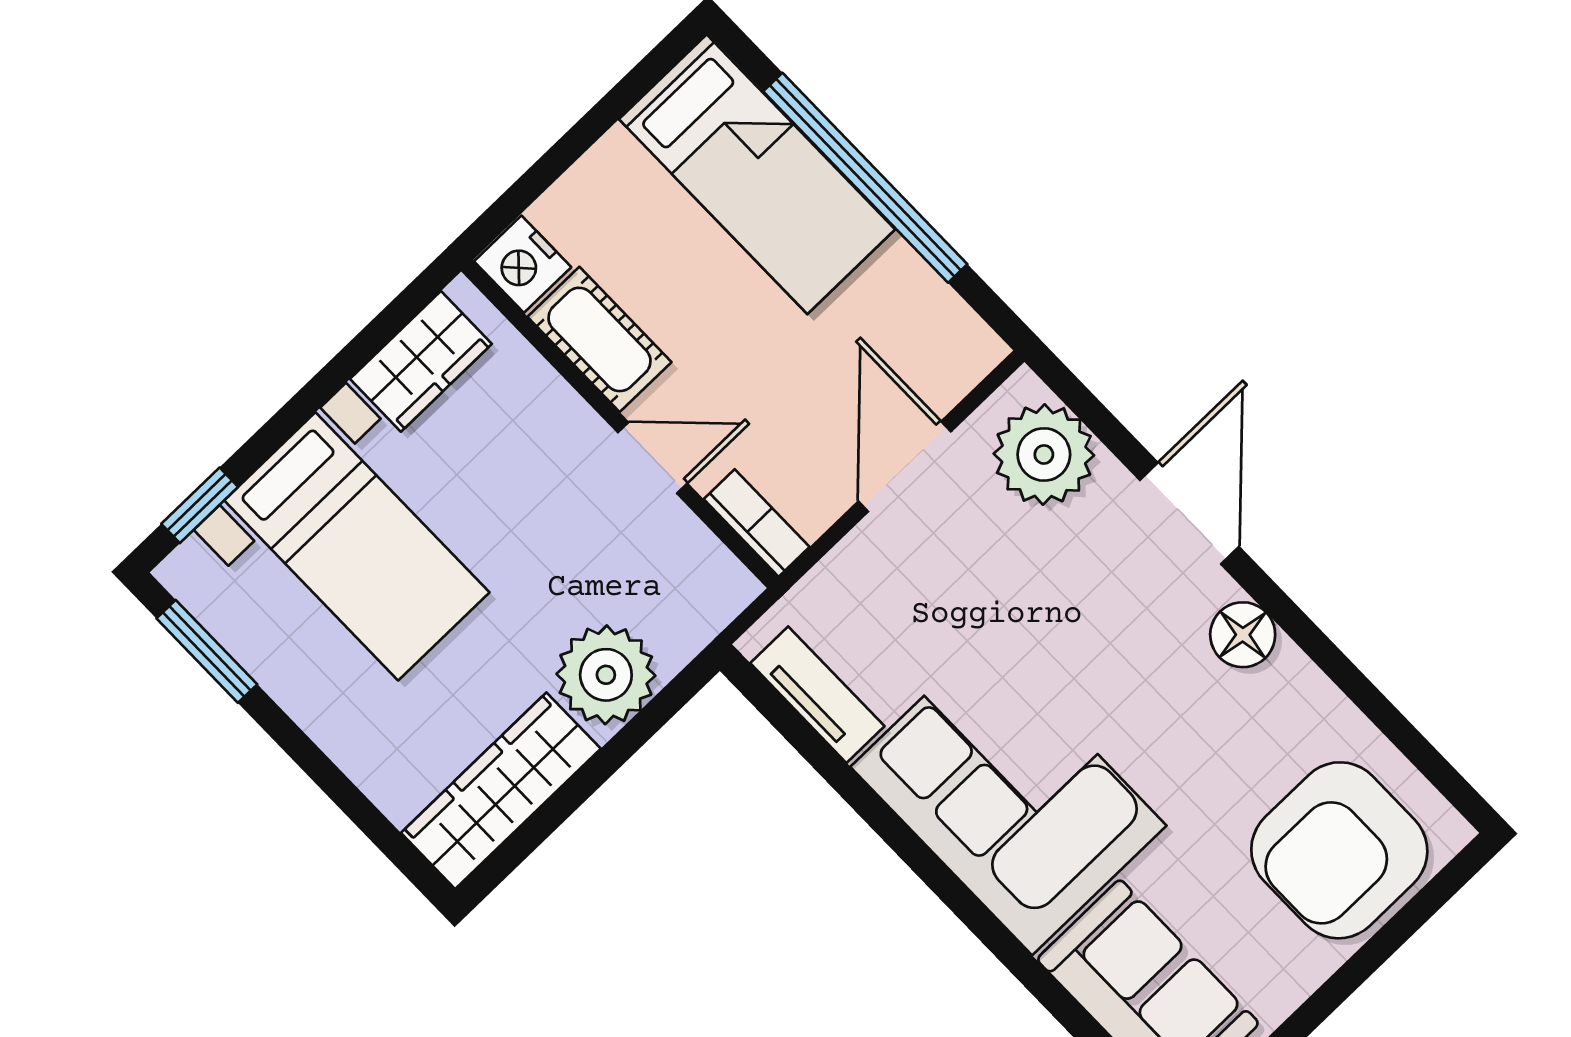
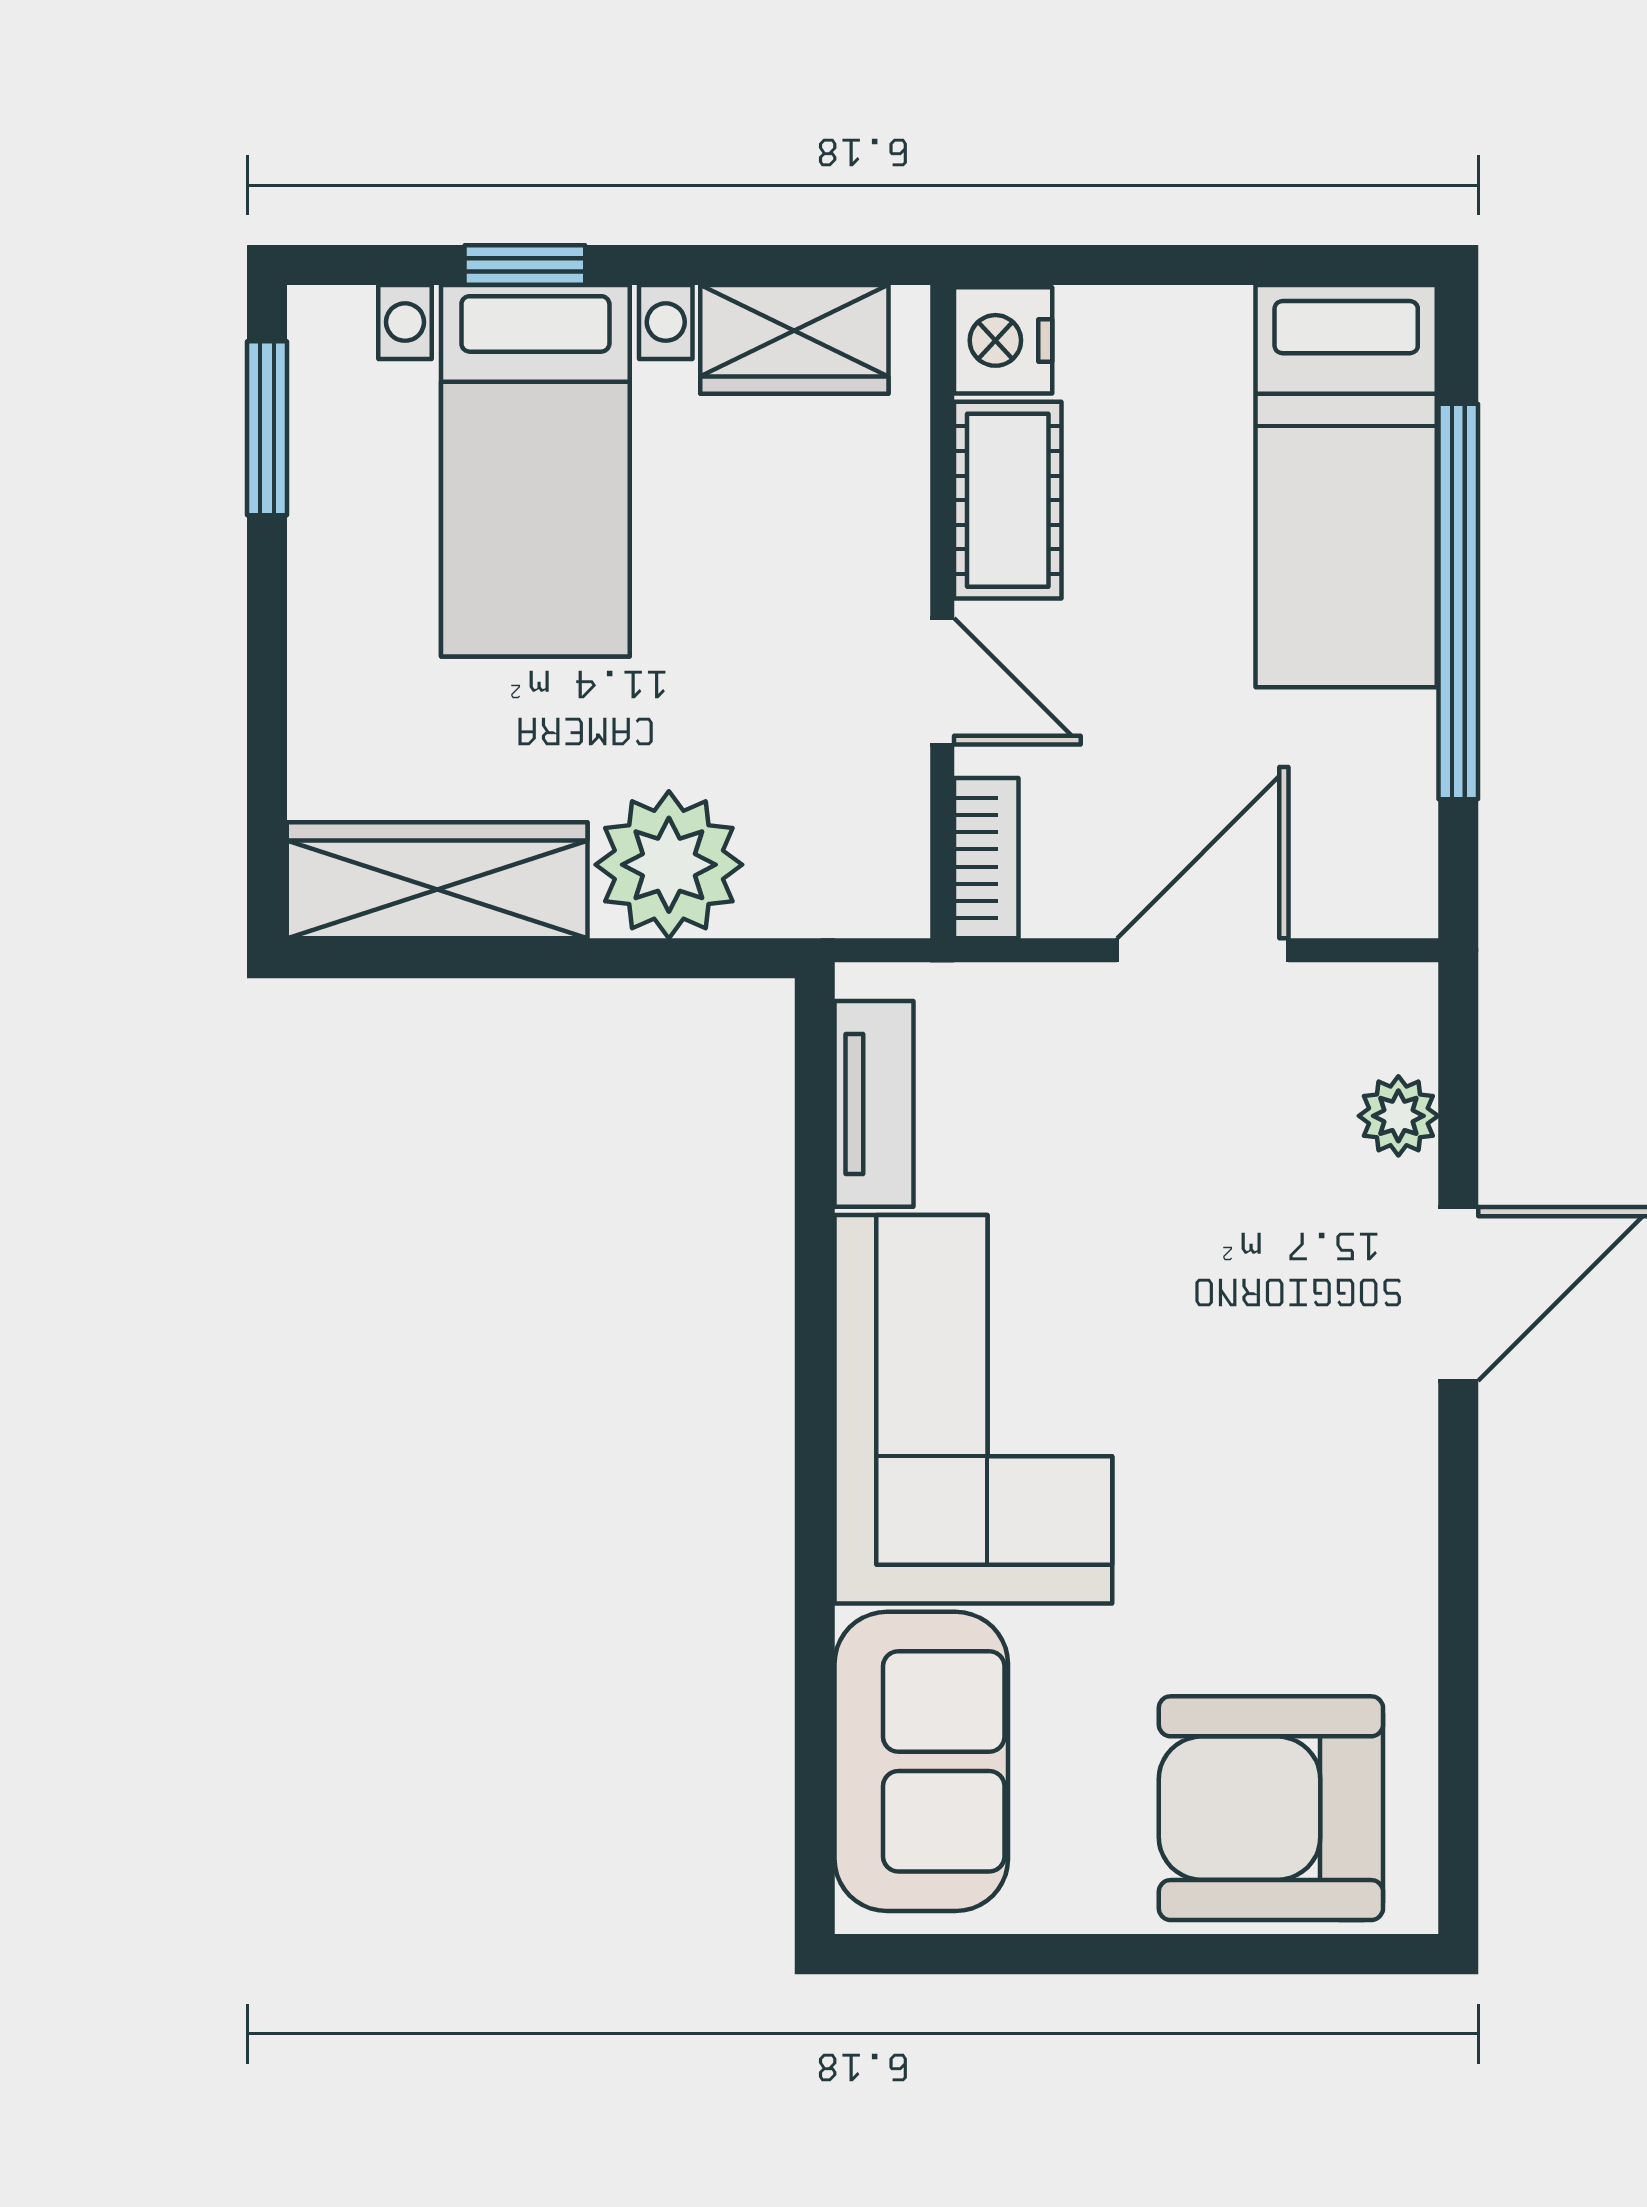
plant: (1044, 454) -> (1398, 1116), width x0.53, depth x0.53
window: (200, 505) -> (525, 265), moved
floor lamp: (1243, 635) -> (1390, 1478), removed

